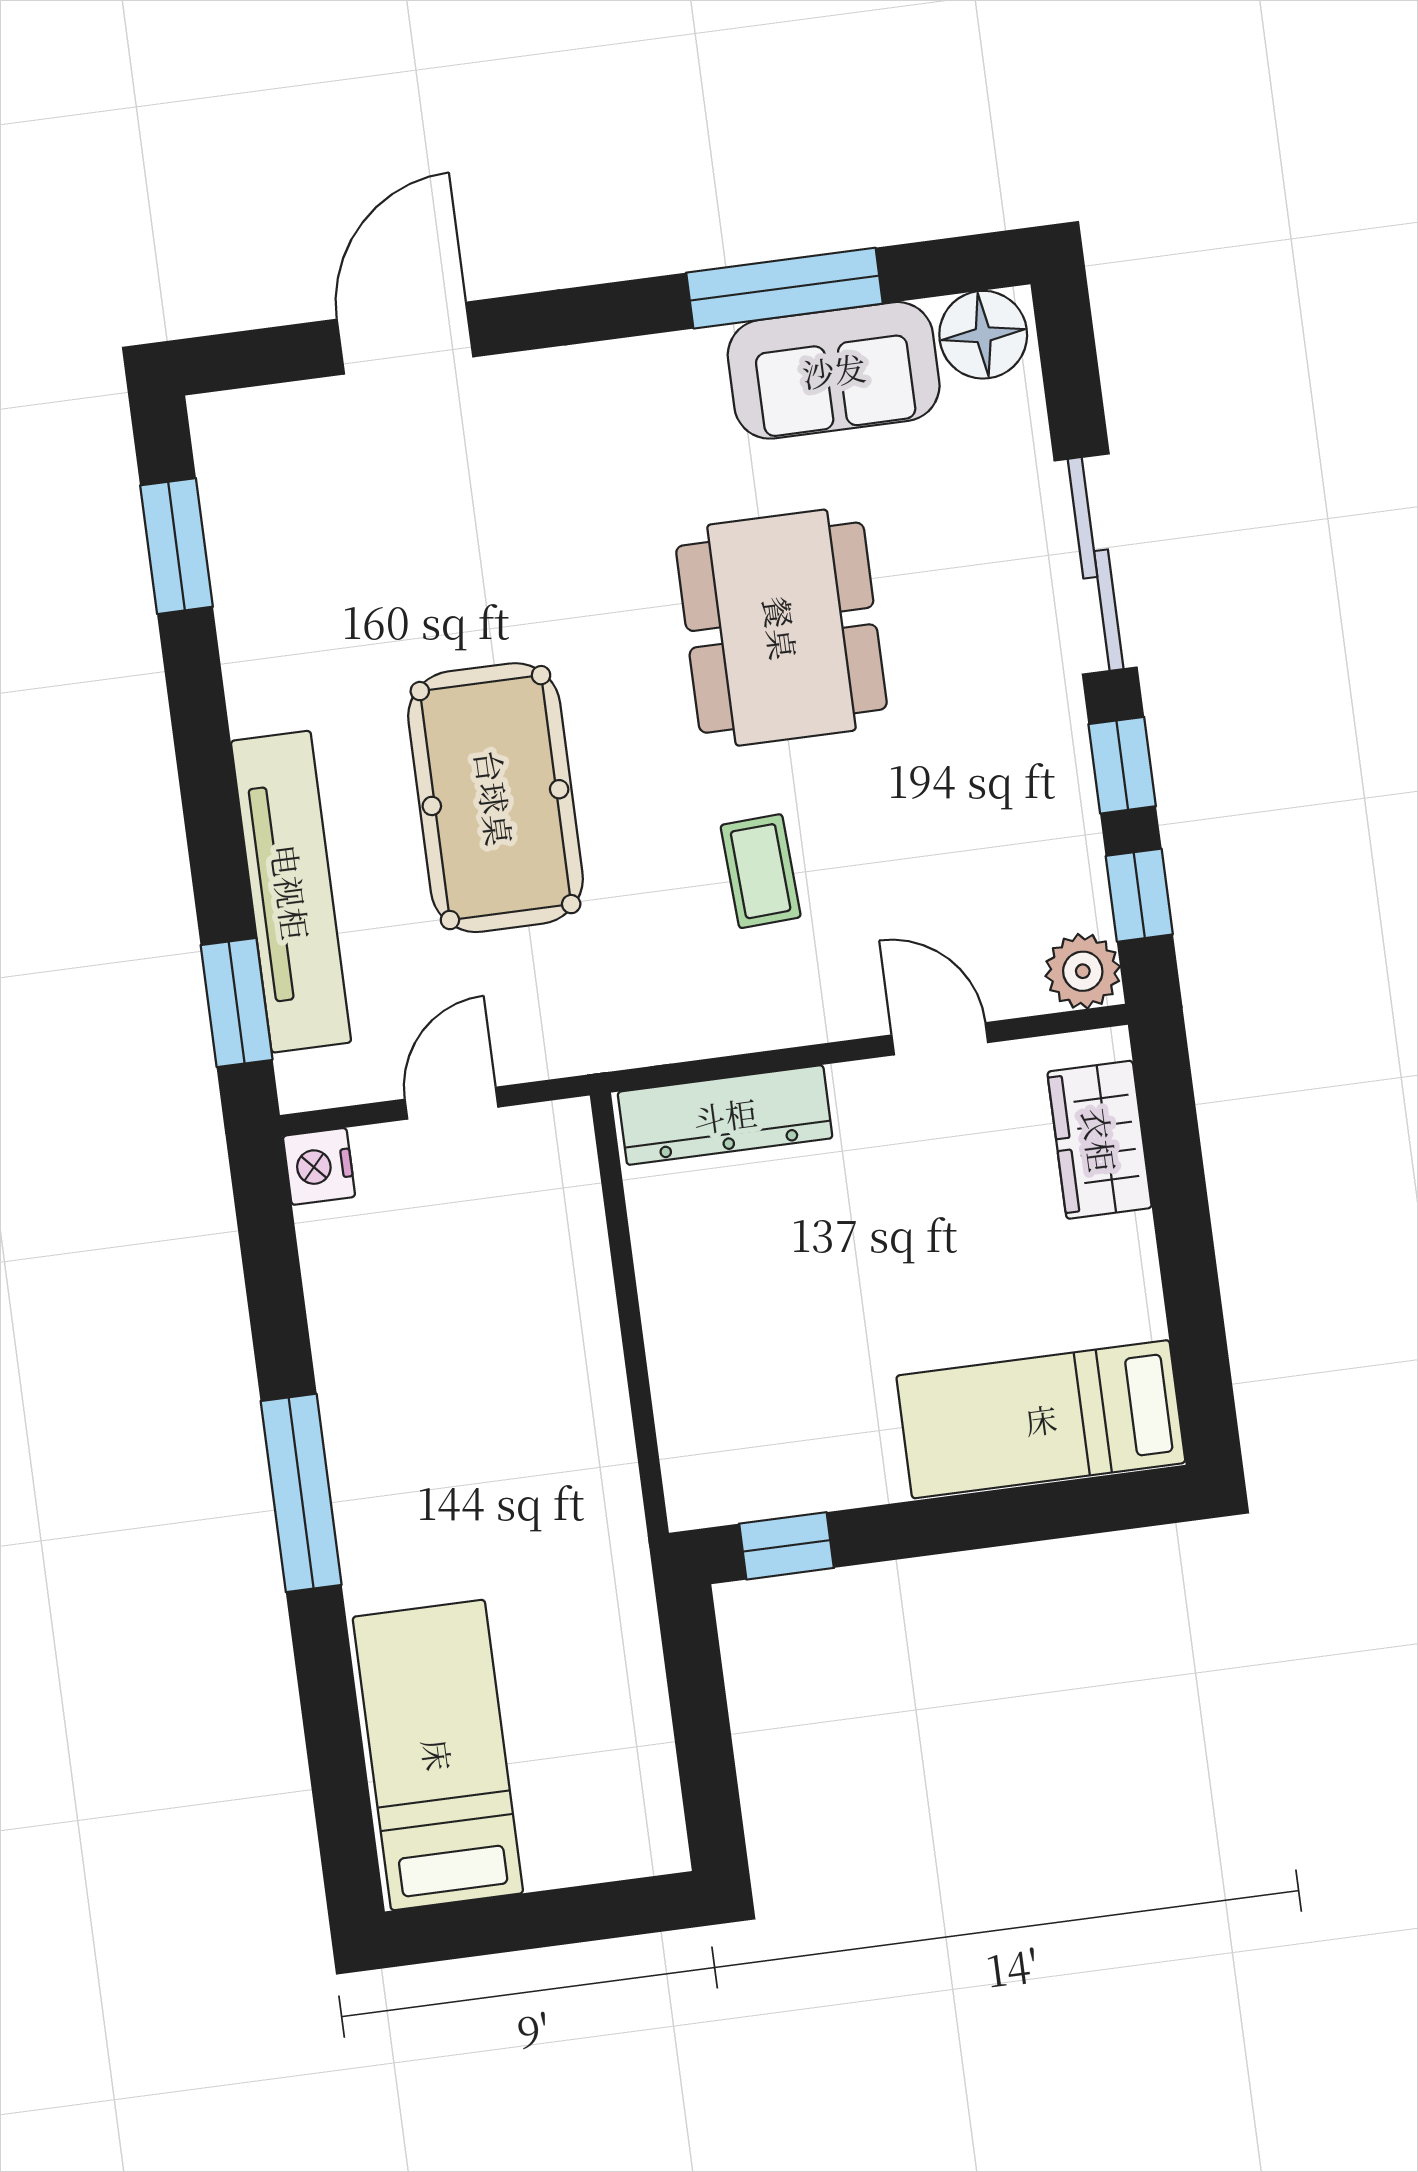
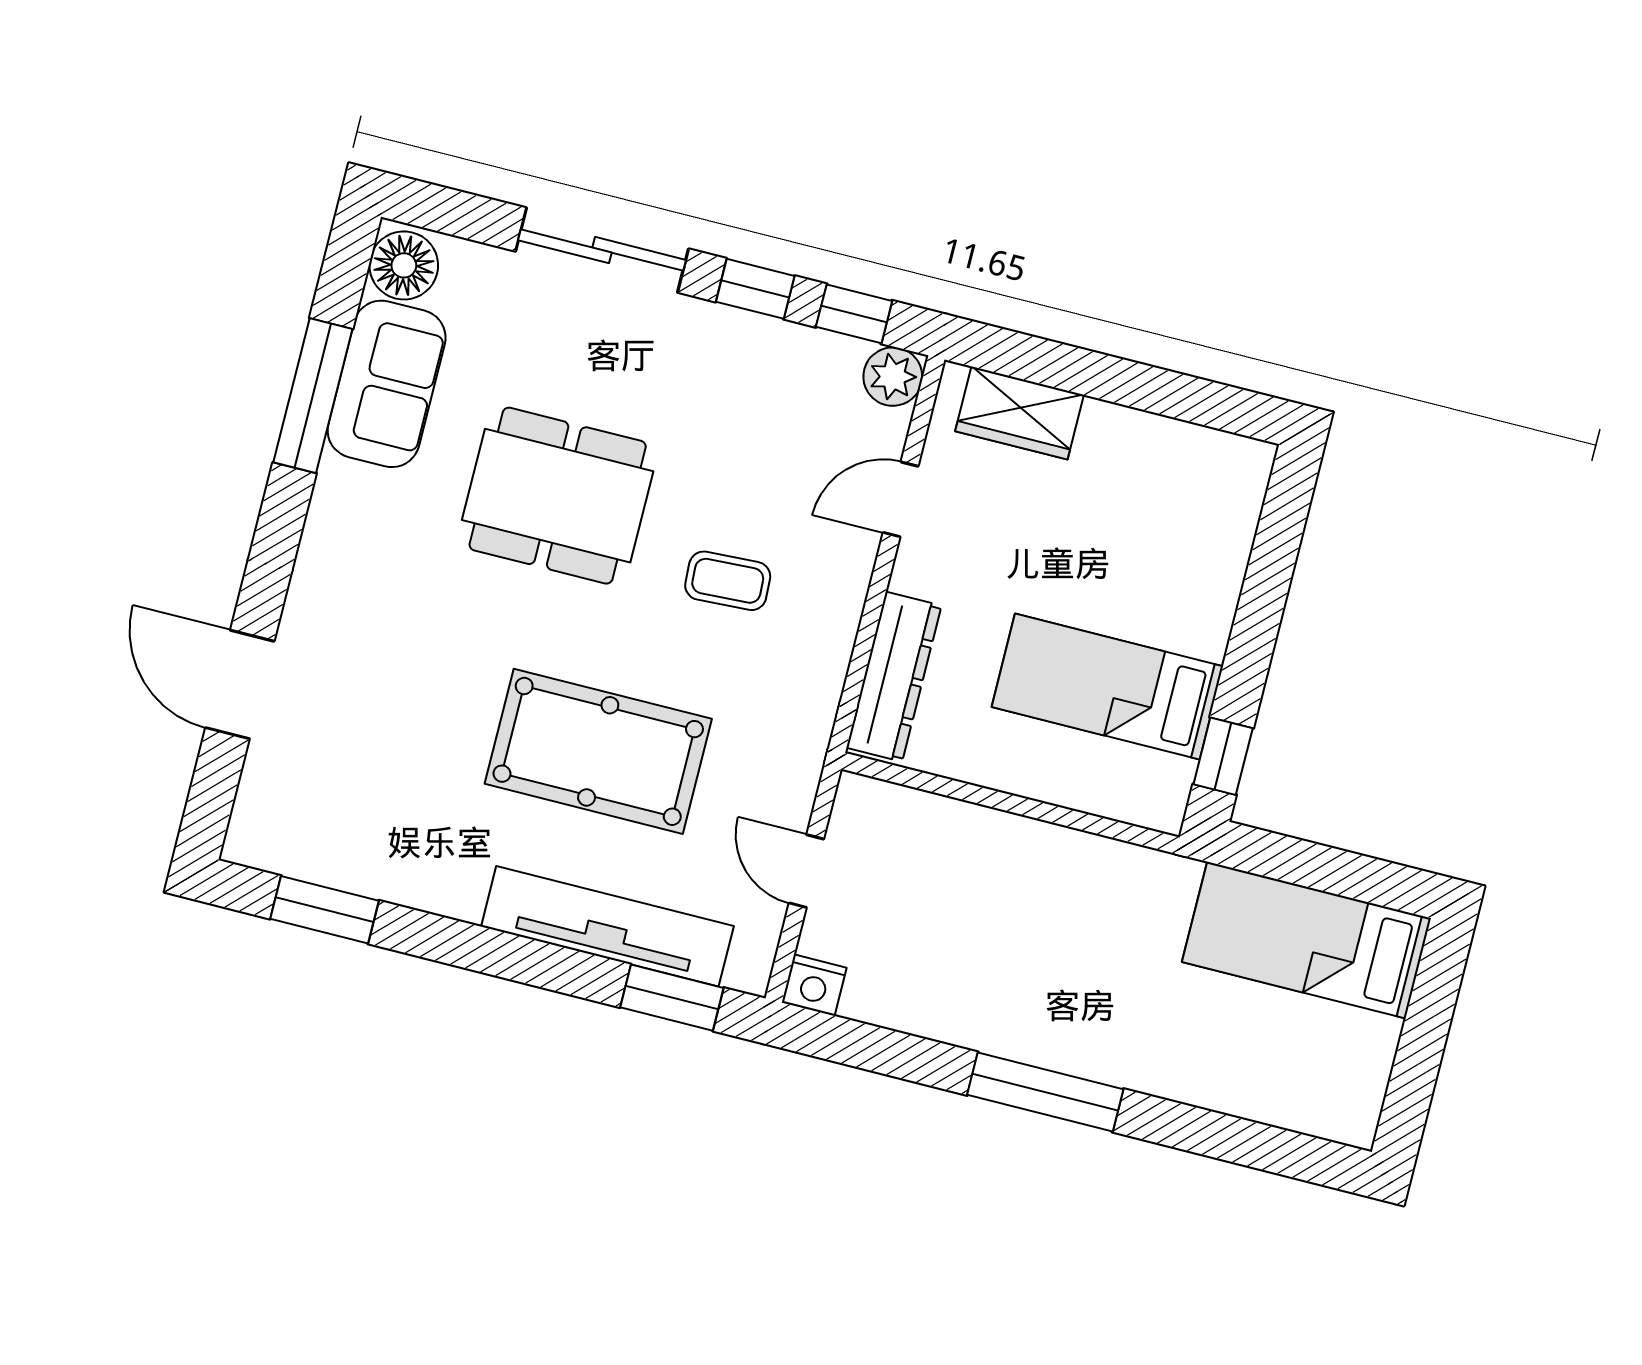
bed: (1041, 1419) -> (1107, 687), moved, turned 90
bed: (438, 1755) -> (1307, 940), moved

